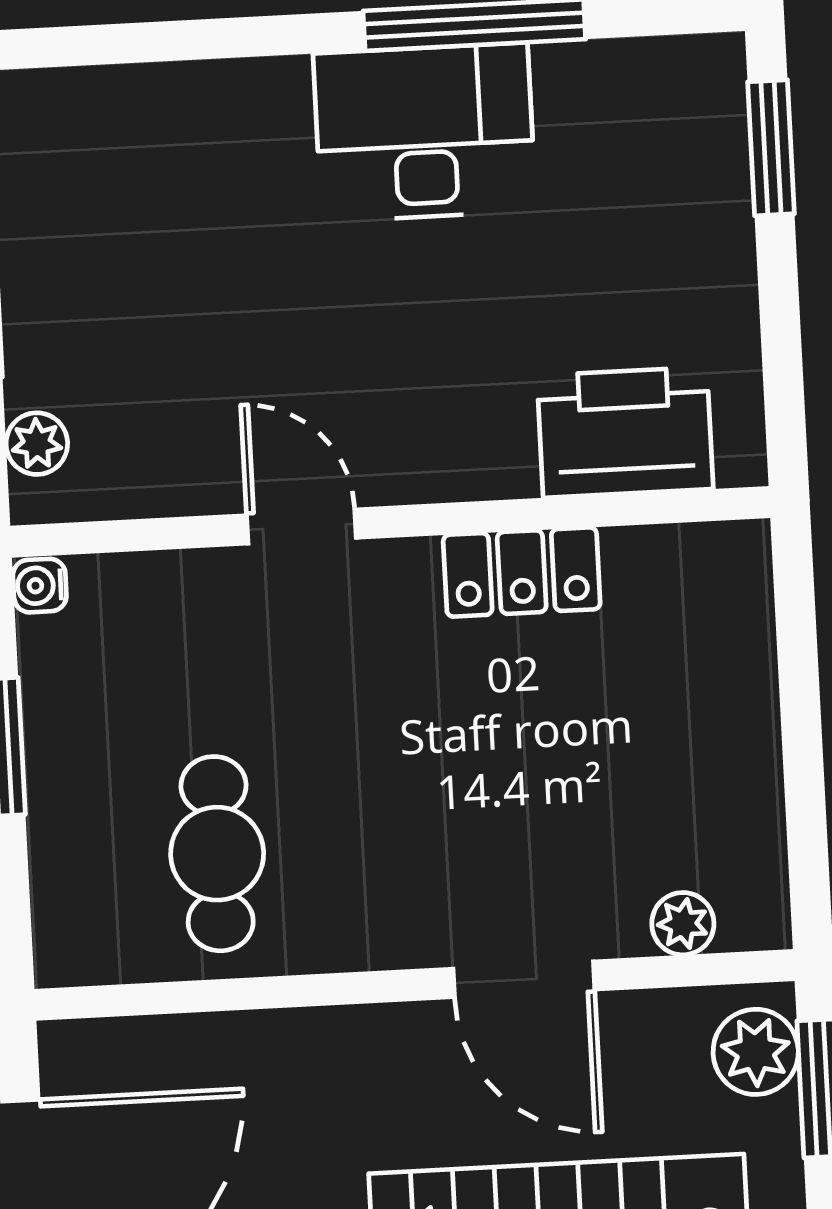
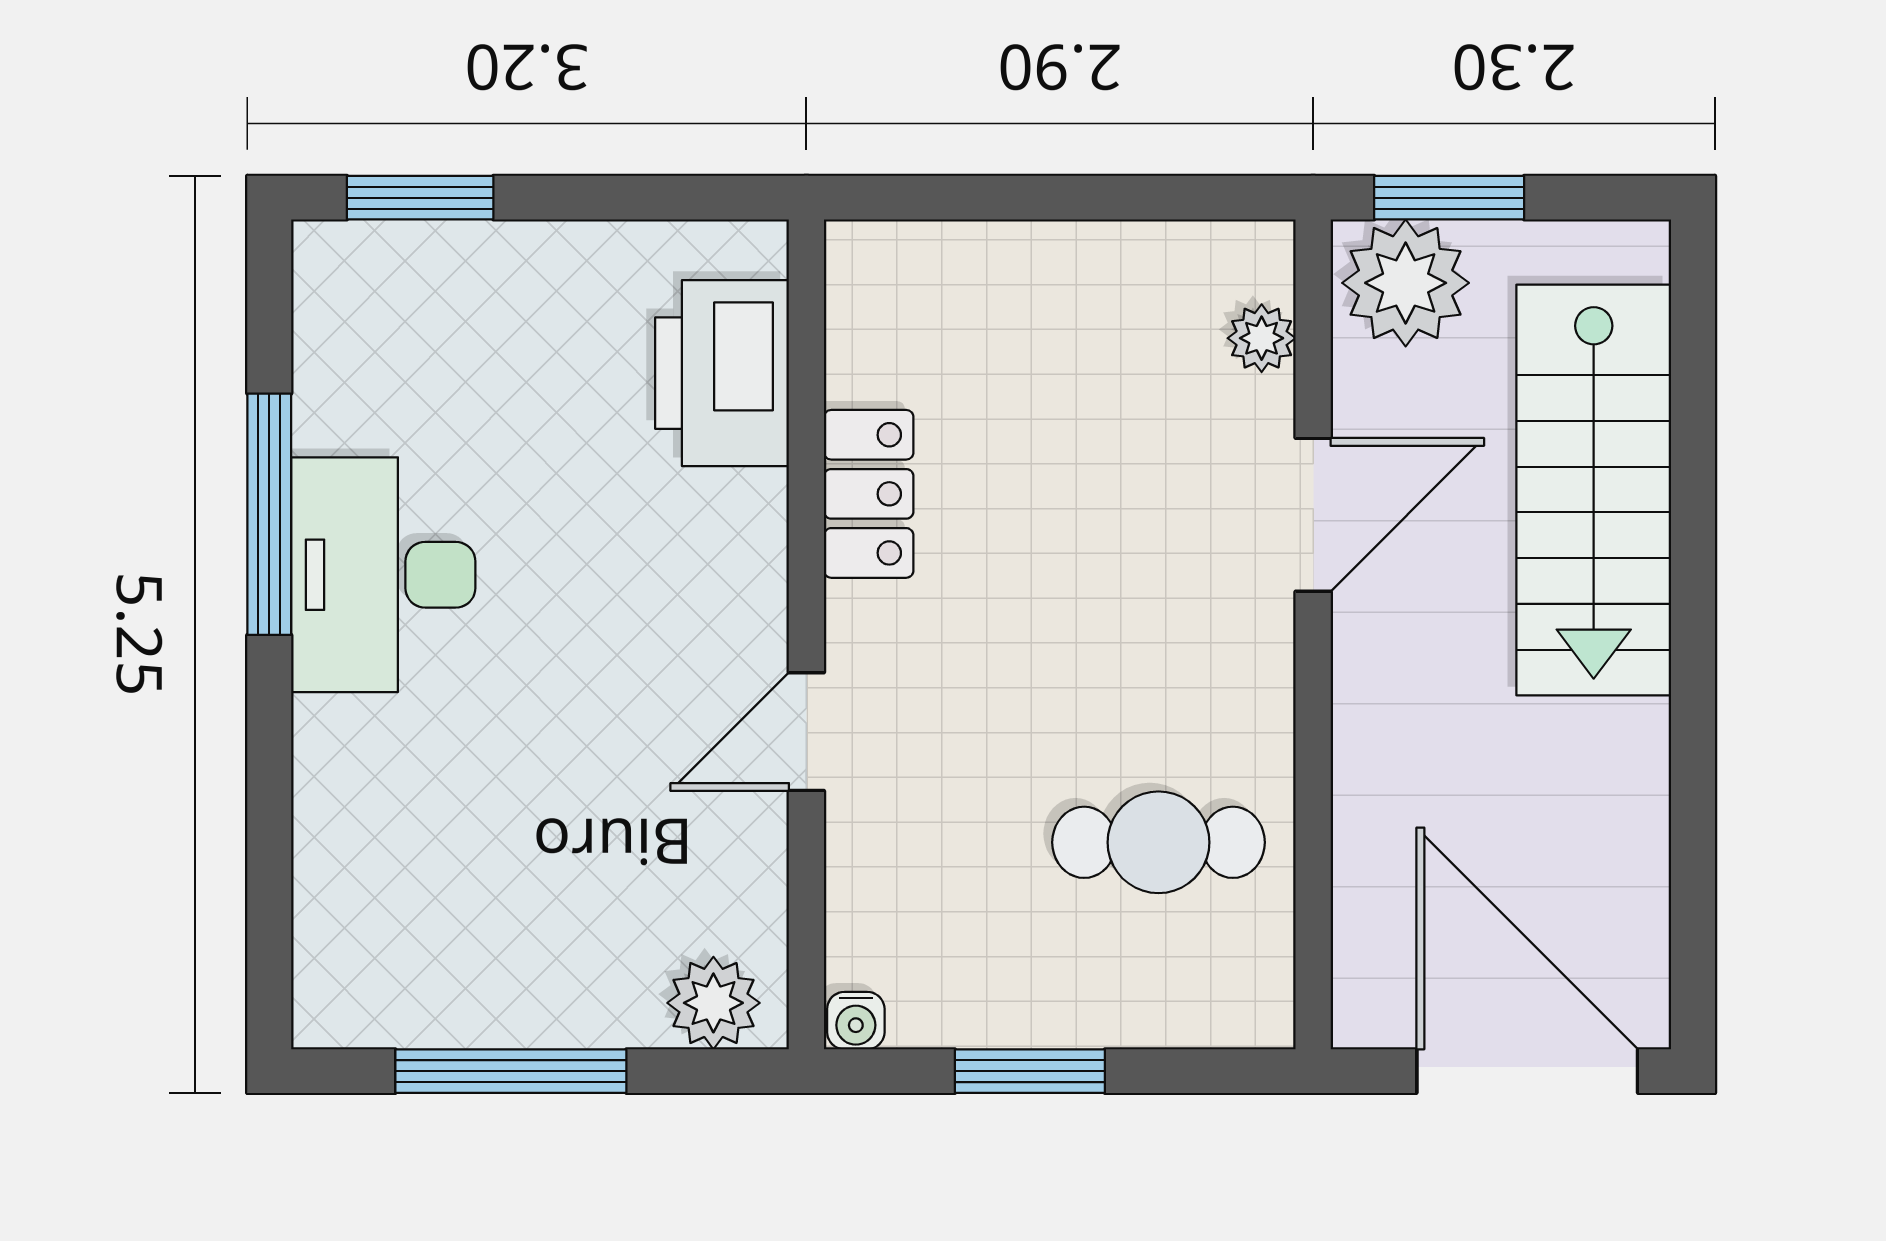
plant: (37, 444) -> (713, 1003), width x1.38, depth x1.38
plant: (756, 1052) -> (1406, 283), width x1.36, depth x1.36

